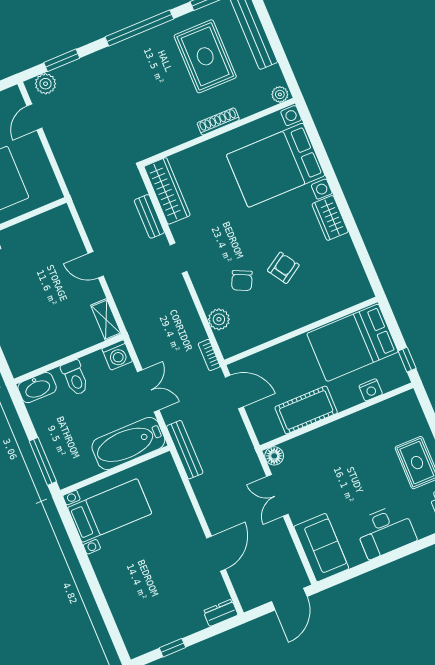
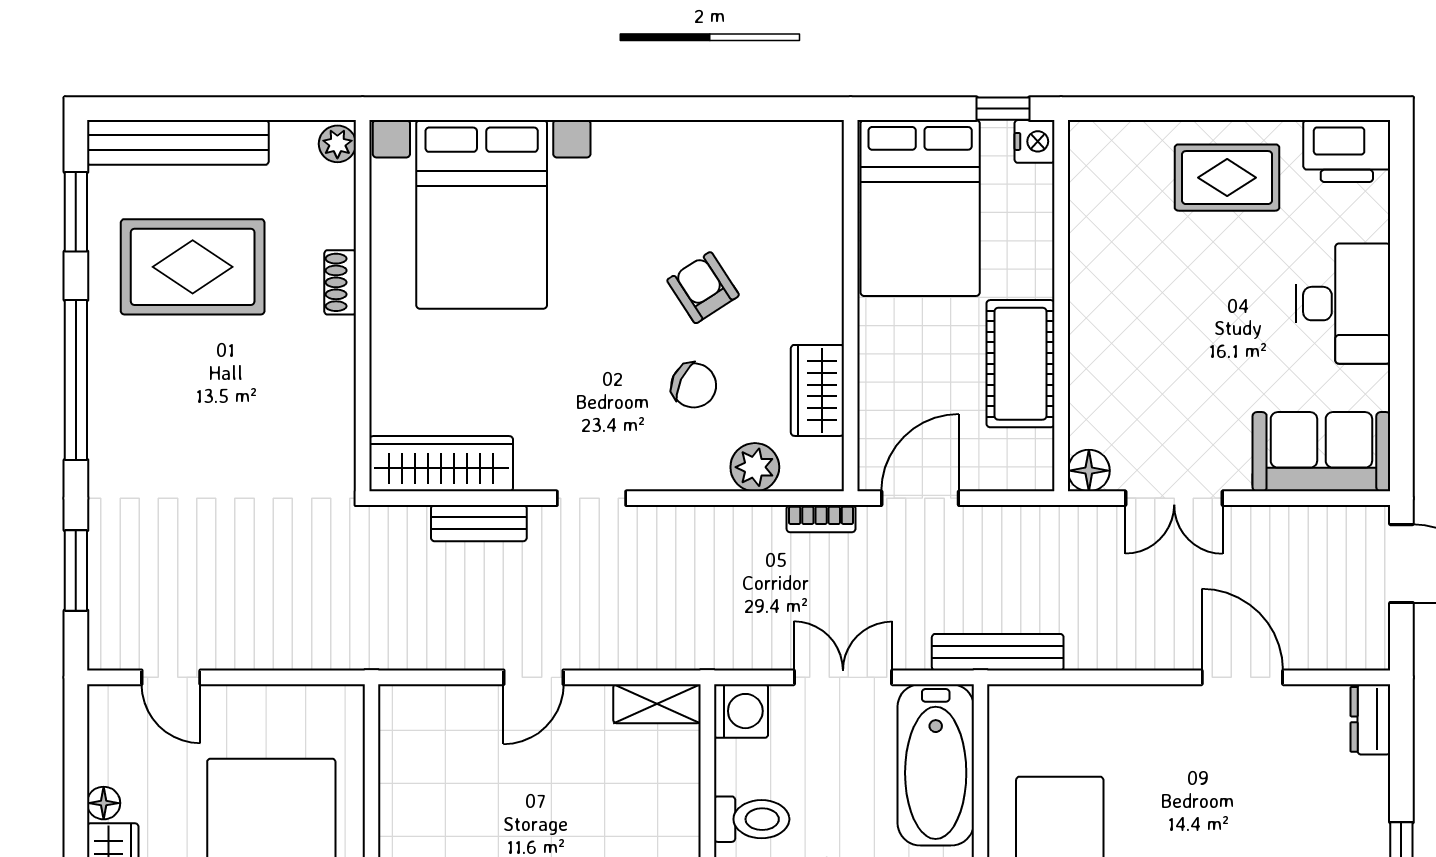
plant: (45, 84) -> (111, 625), removed
shoe rack: (218, 121) -> (340, 282), width x0.70
wardrobe: (330, 218) -> (817, 390), moved, turned 90
nightstand: (371, 390) -> (1035, 141), moved

